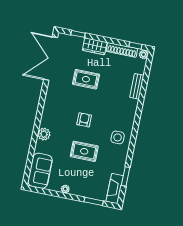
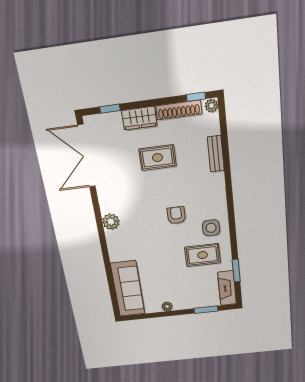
rug: (86, 79) -> (158, 158), moved
armchair: (84, 120) -> (176, 215), moved
plant: (44, 134) -> (111, 222), moved
rug: (84, 151) -> (203, 255), moved
sofa: (40, 171) -> (128, 289), width x1.36

